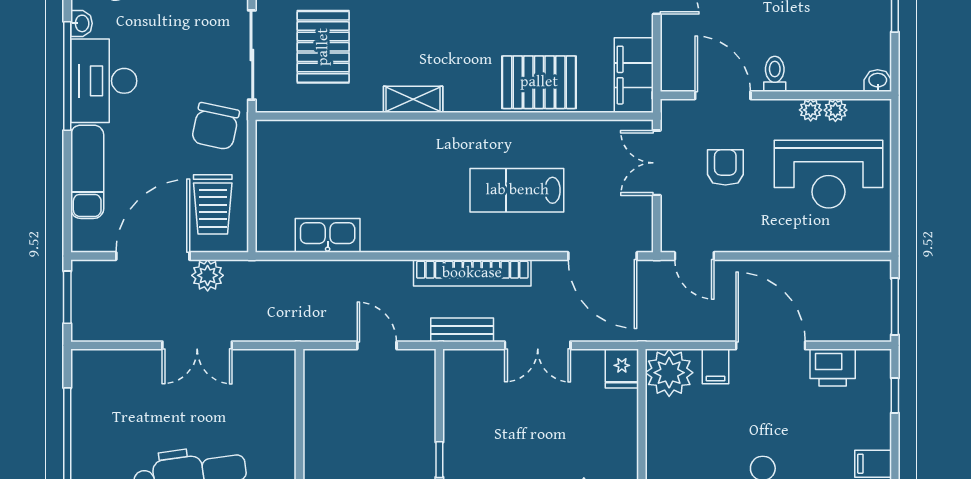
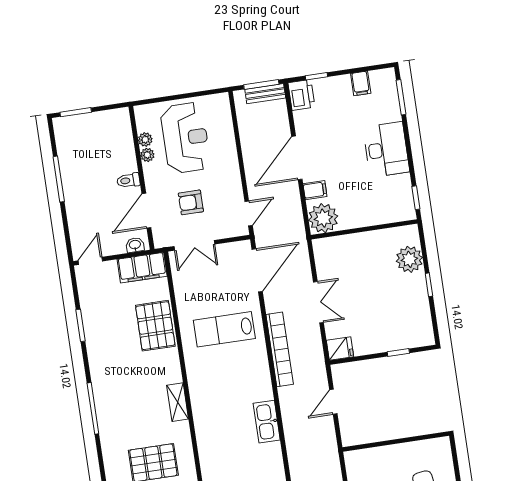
washbasin: (878, 81) -> (135, 245), moved, turned 90
lab bench: (517, 190) -> (224, 329), turned 90
kitchen sink: (328, 235) -> (267, 422), moved
bench: (462, 330) -> (265, 94), moved, turned 90
printer: (833, 367) -> (301, 95), moved
fridge: (622, 369) -> (340, 348), moved

